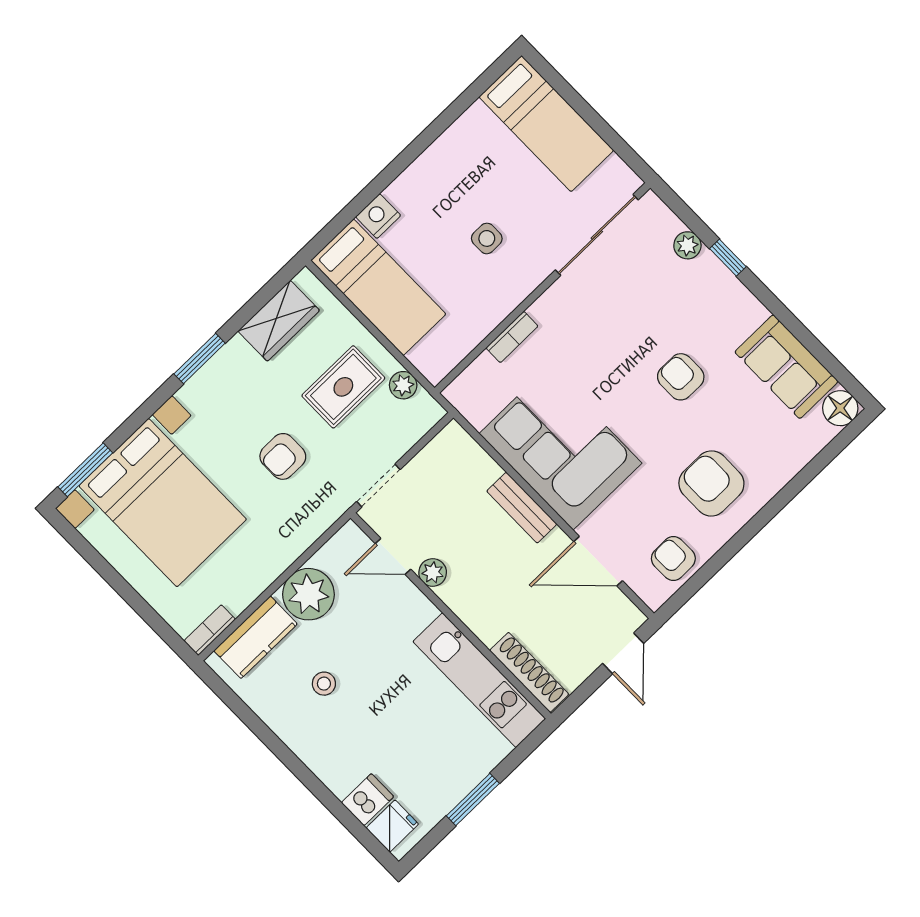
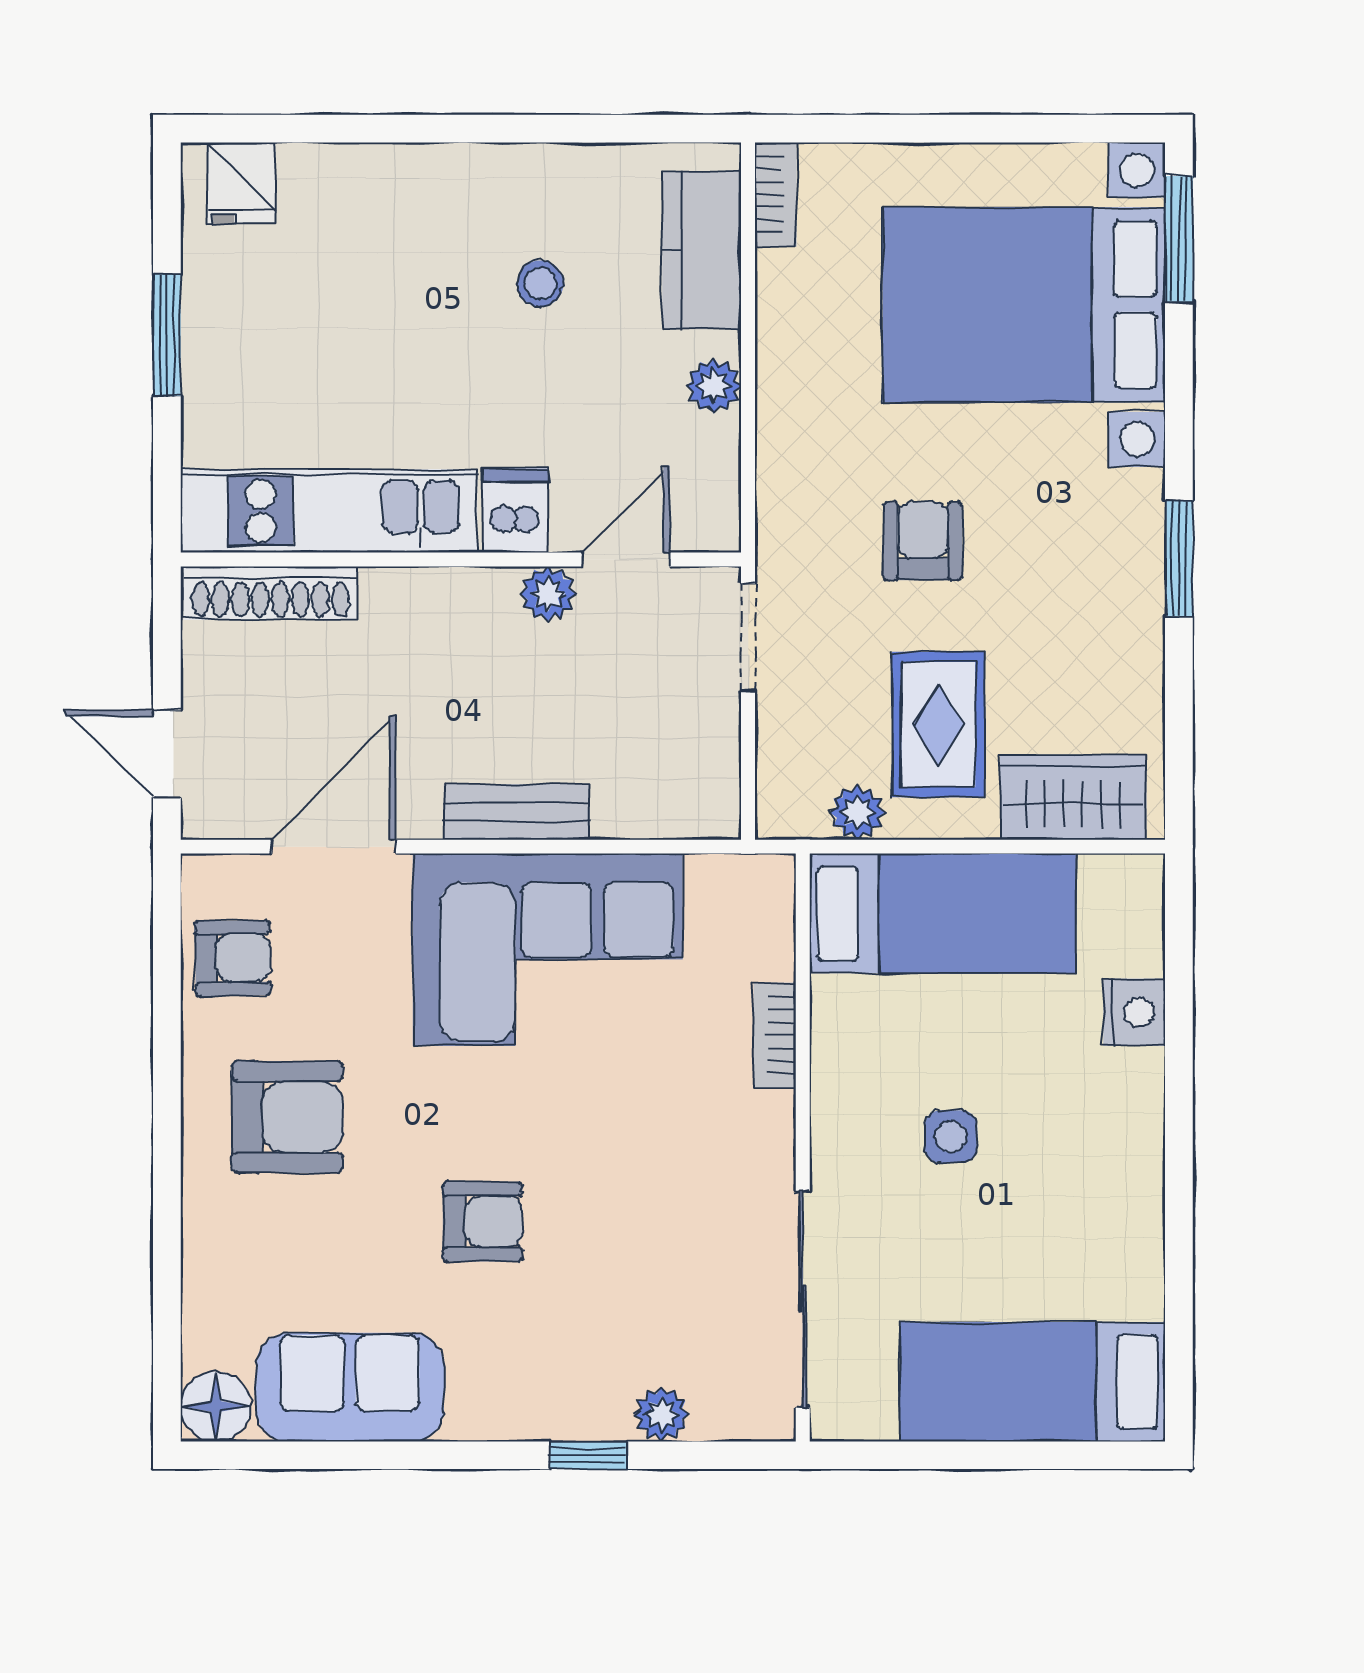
bed: (378, 287) -> (943, 913), moved, turned 180
wardrobe: (279, 321) -> (1073, 797), moved, turned 90
plant: (308, 594) -> (714, 386), width x0.53, depth x0.53
dishwasher: (368, 800) -> (515, 511), moved, turned 180

